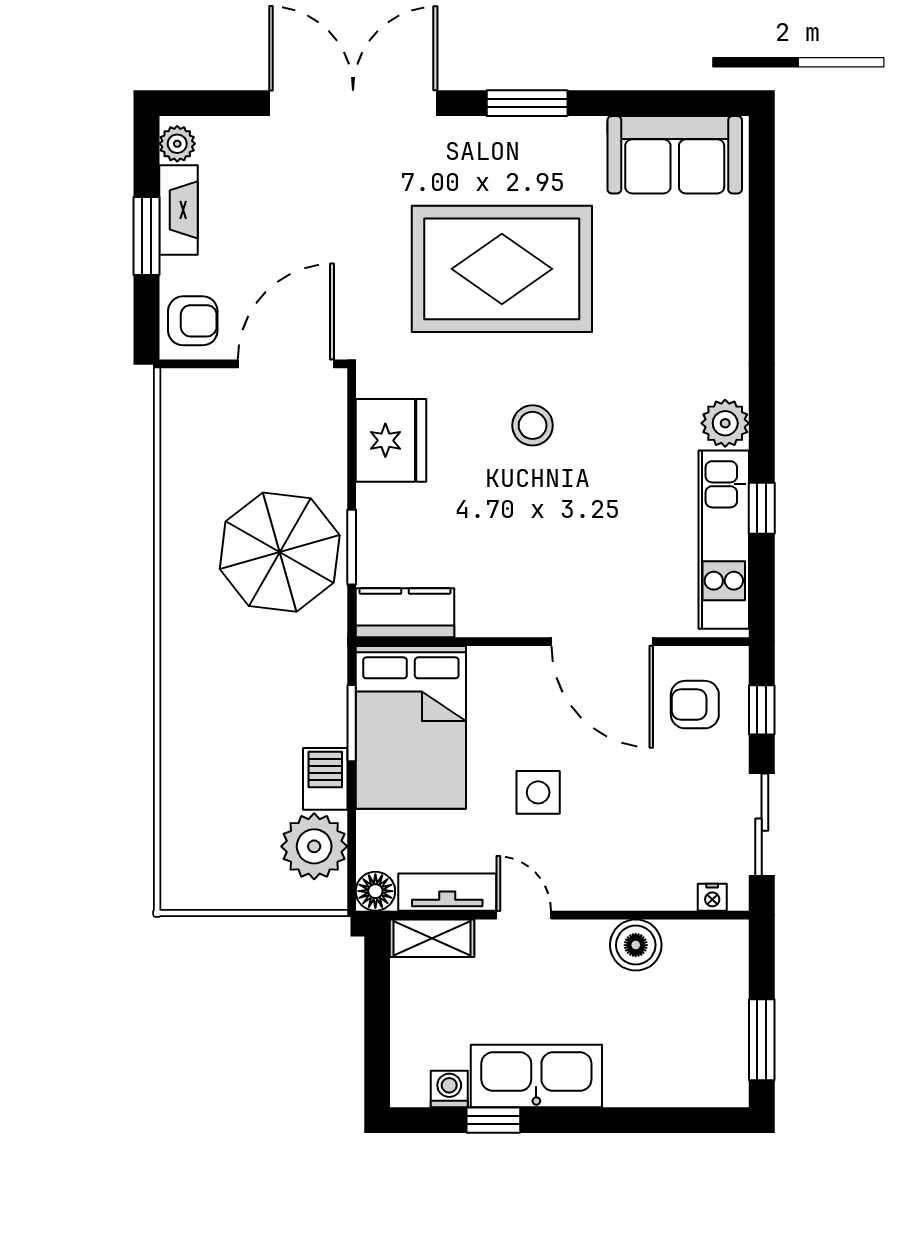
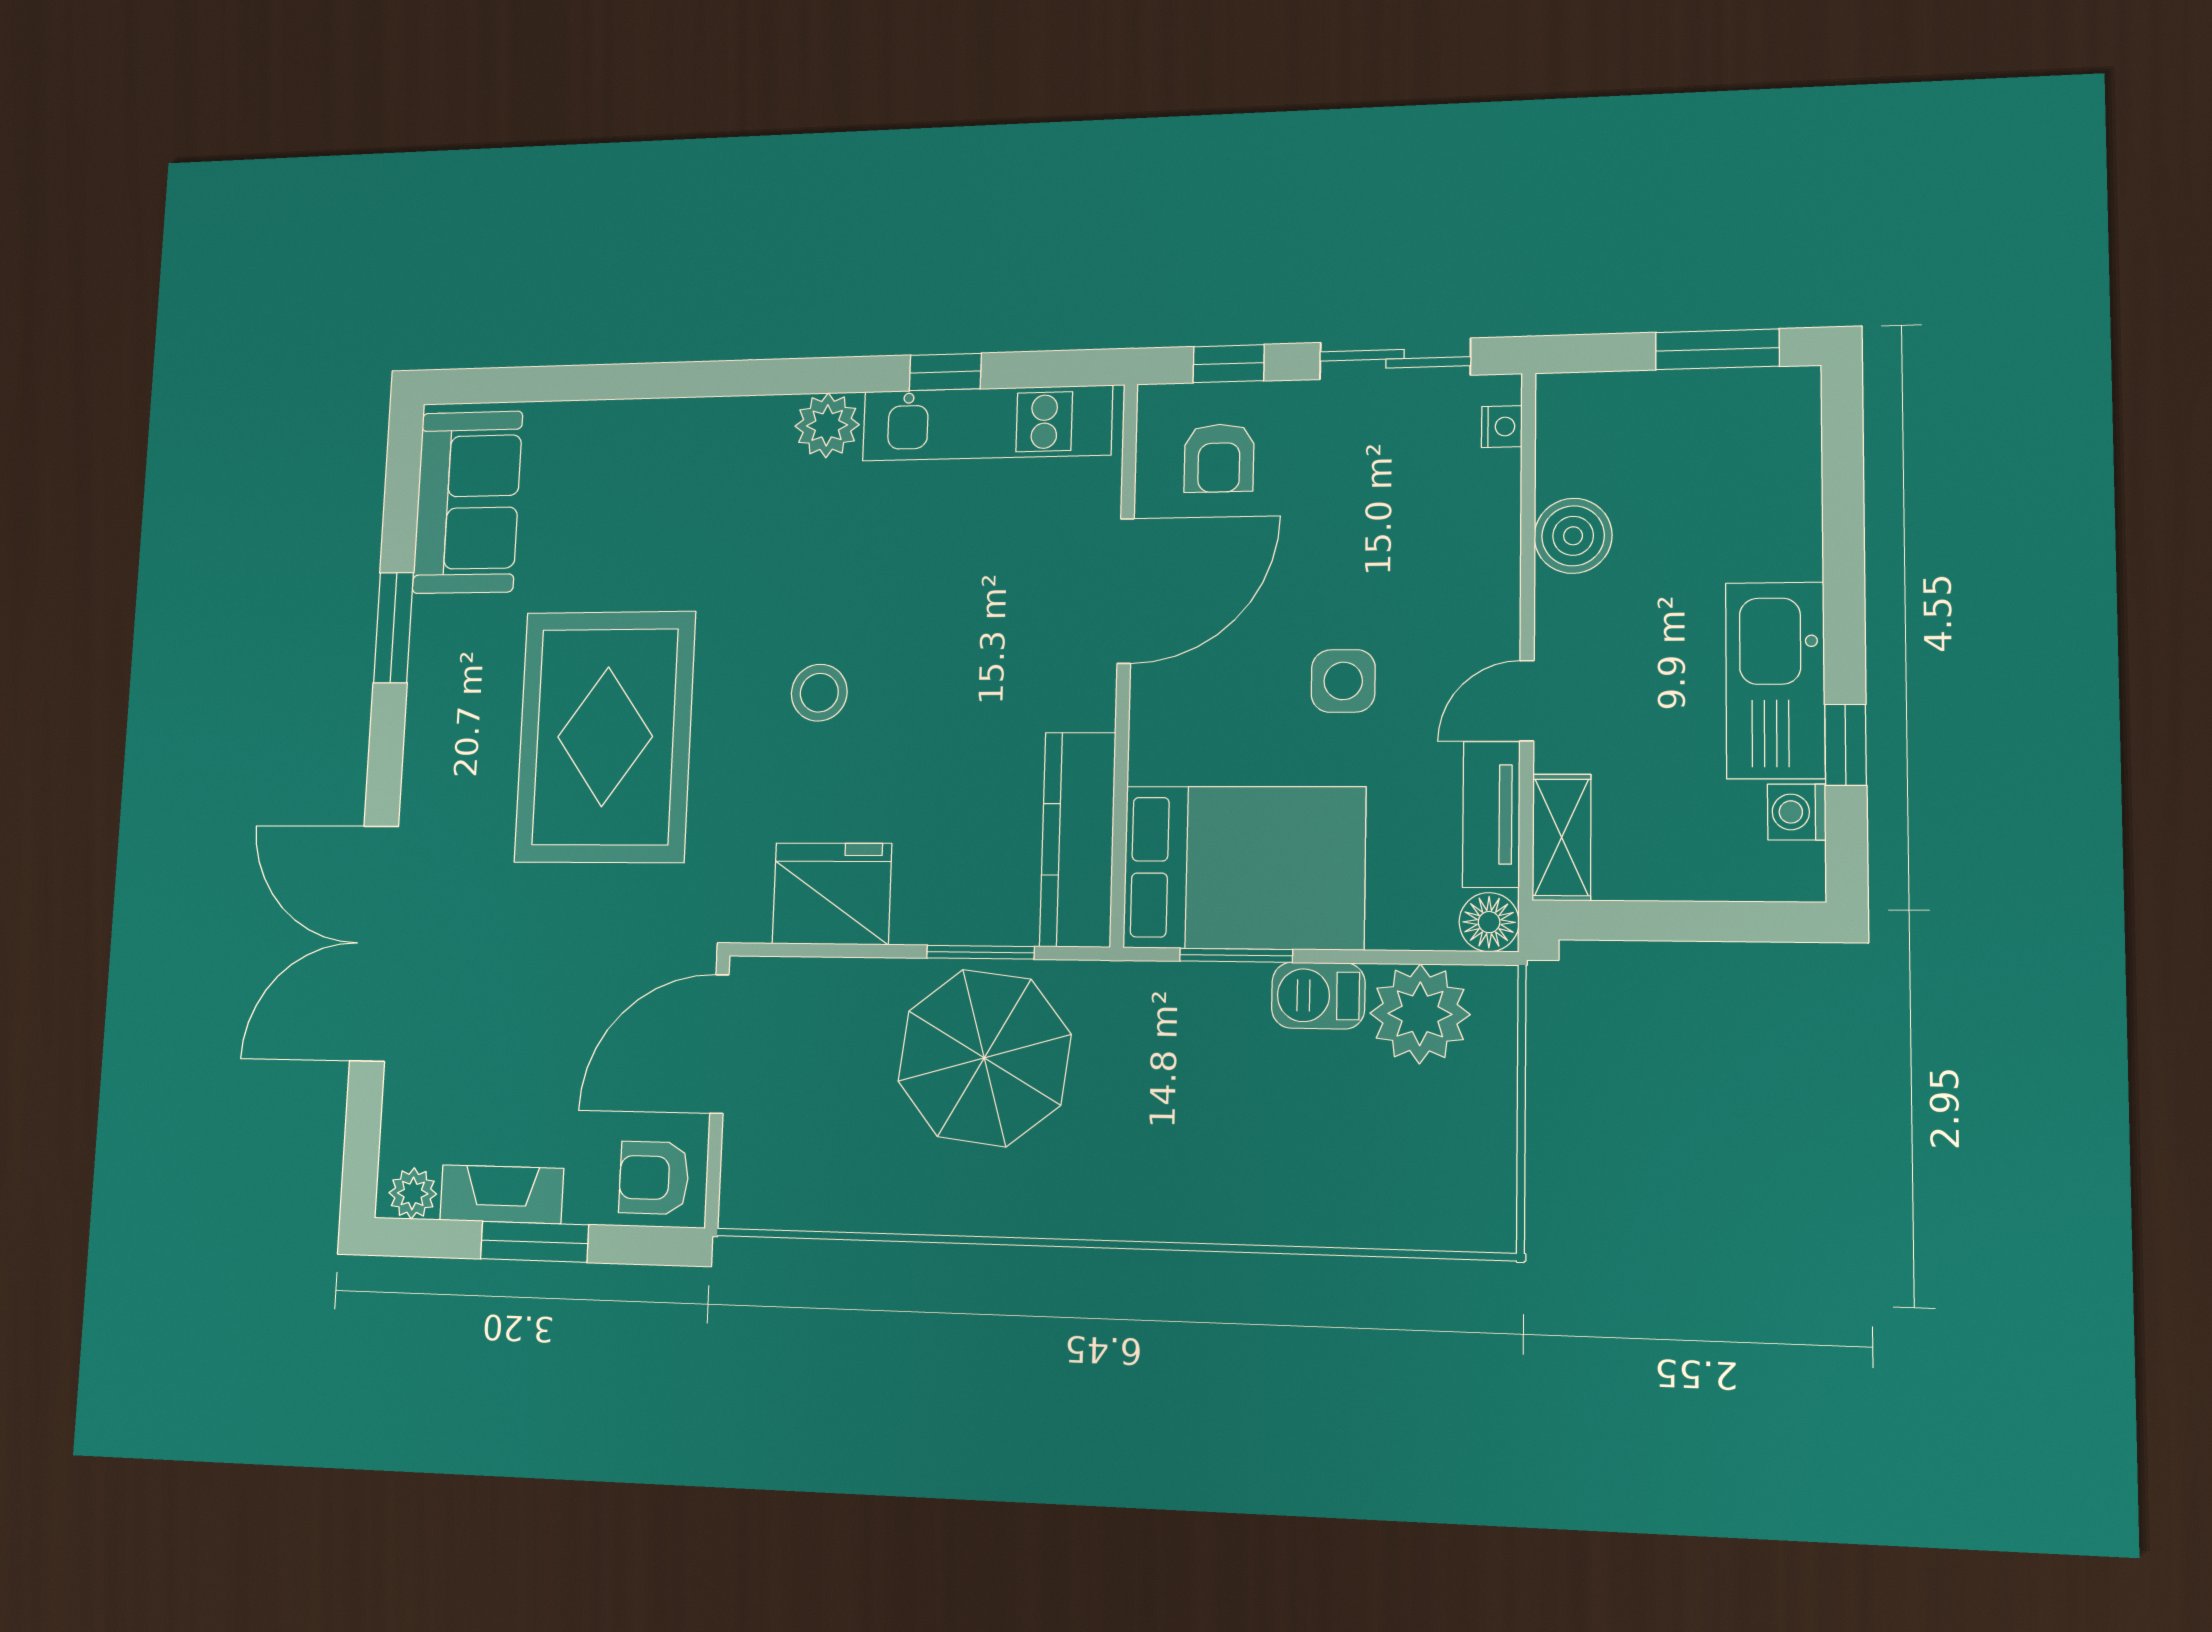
window: (527, 103) -> (393, 628), moved
armchair: (193, 321) -> (654, 1178), turned -90
door: (286, 364) -> (719, 1044), hinge flipped
kitchen counter: (405, 613) -> (1078, 839), width x1.50

